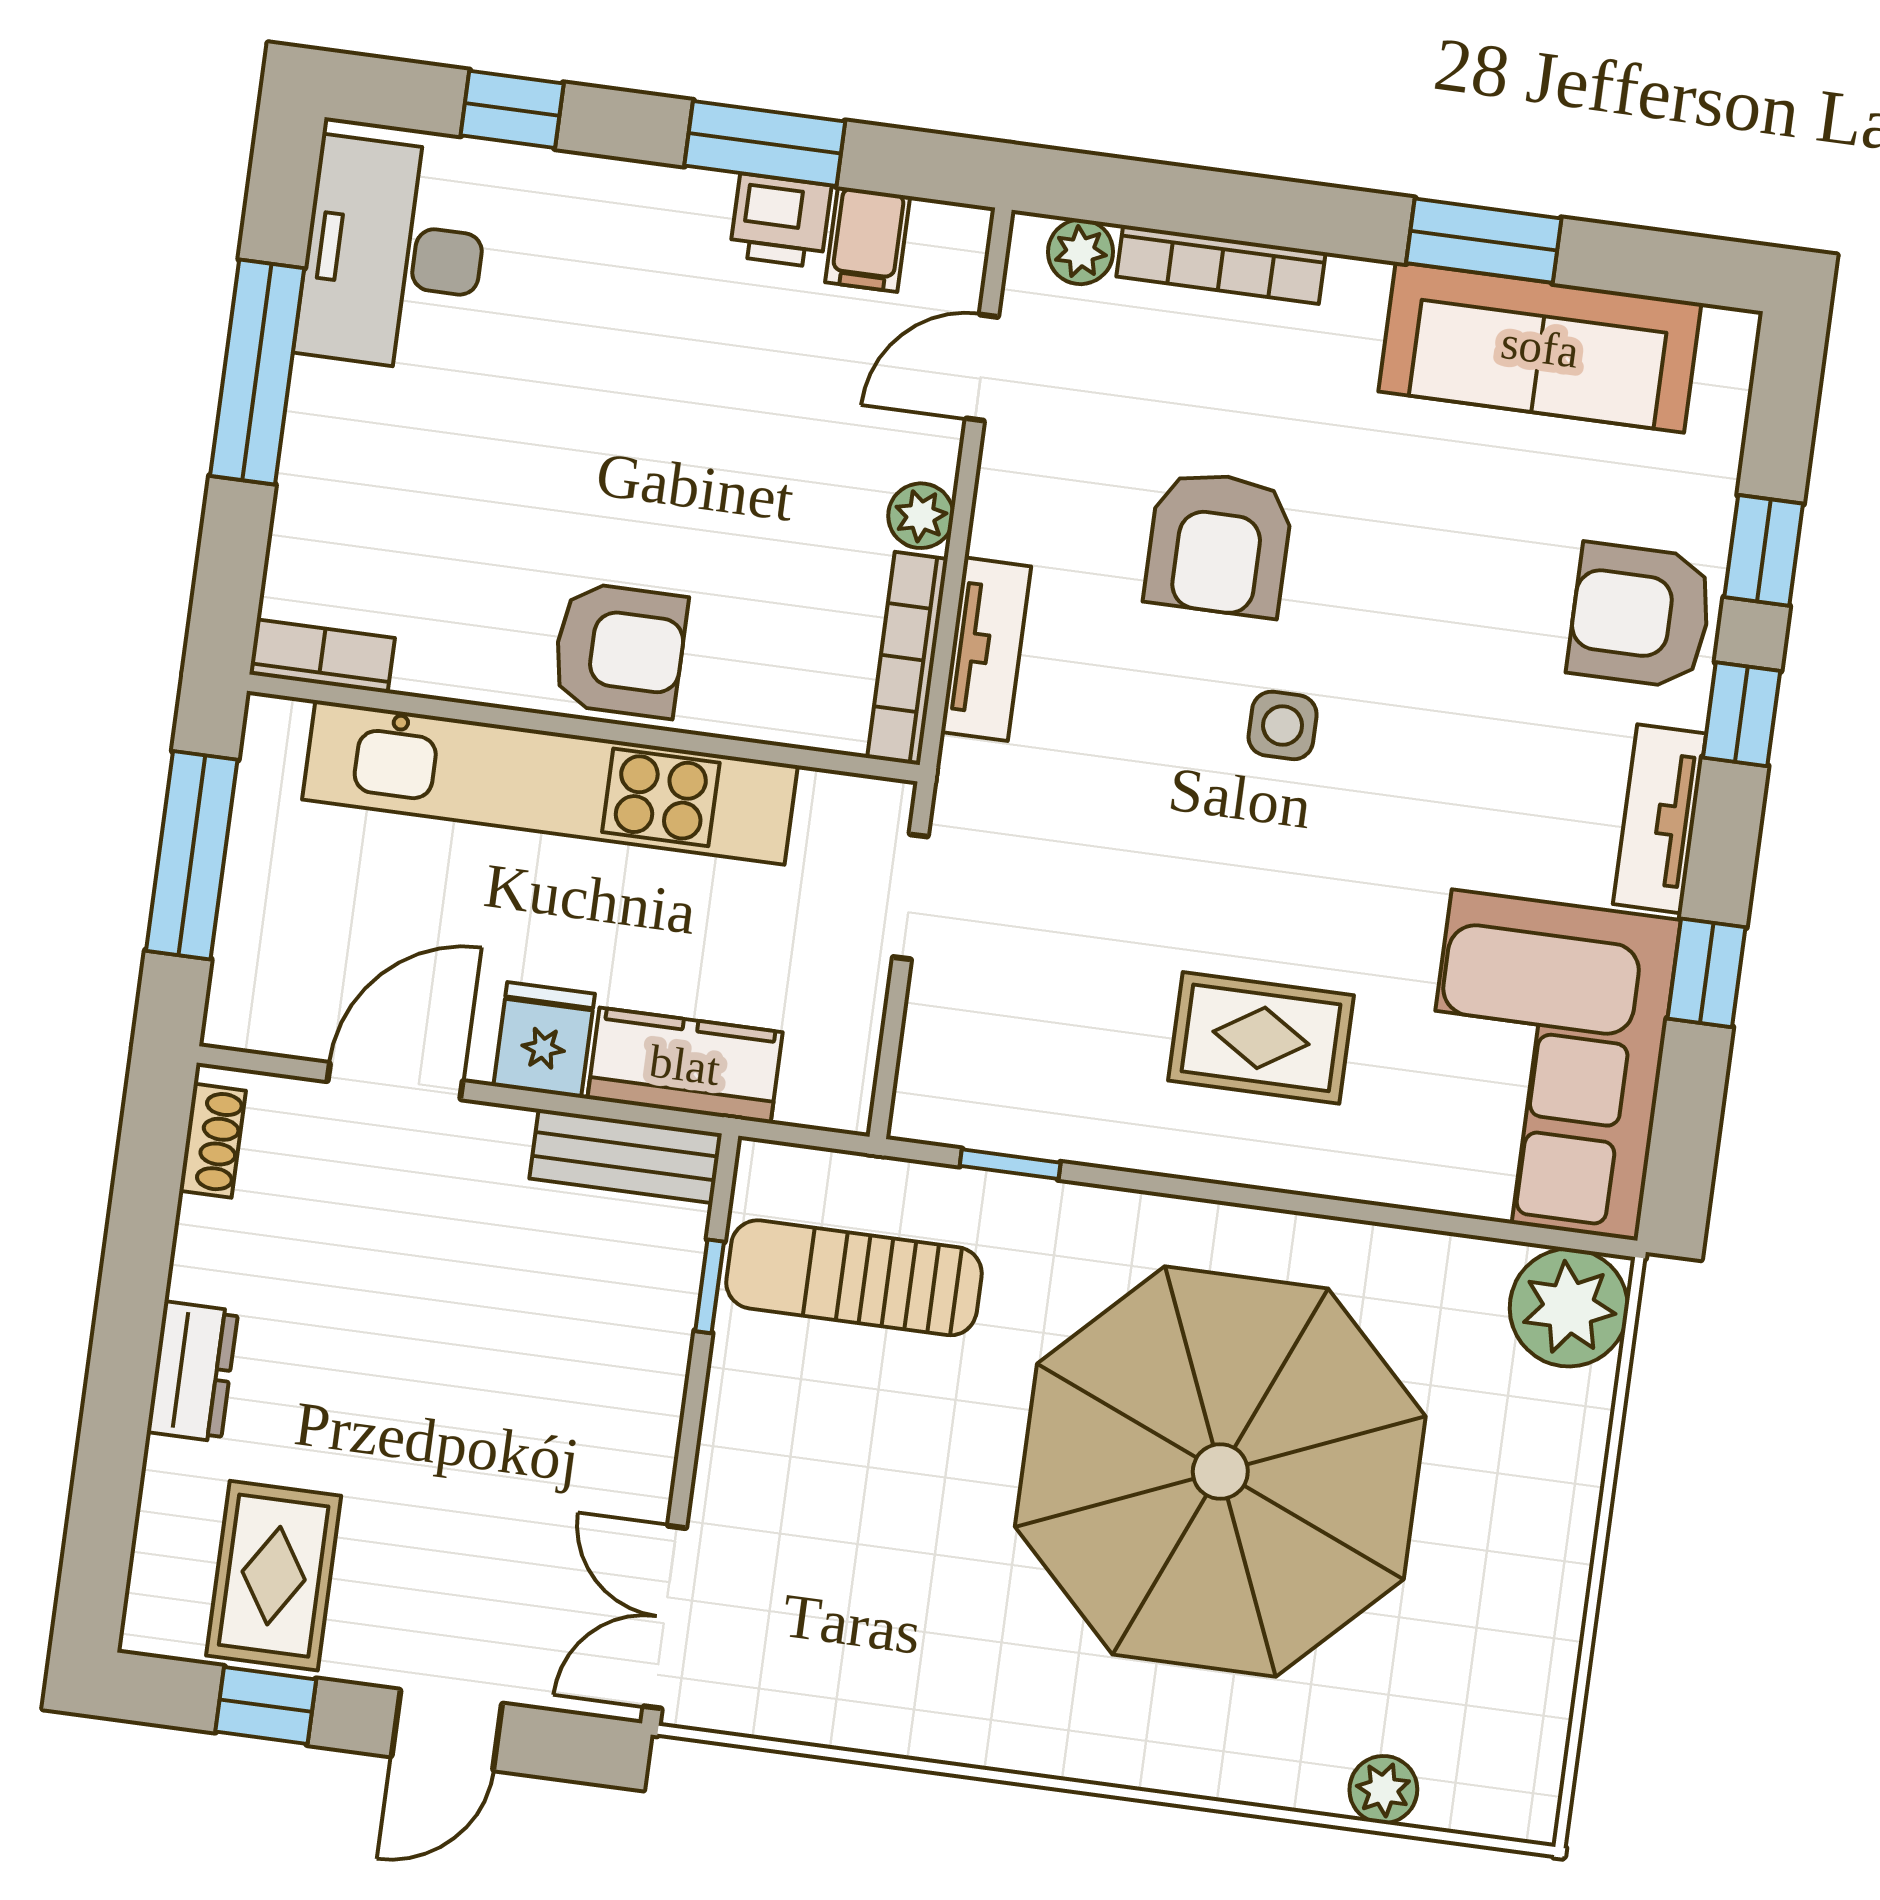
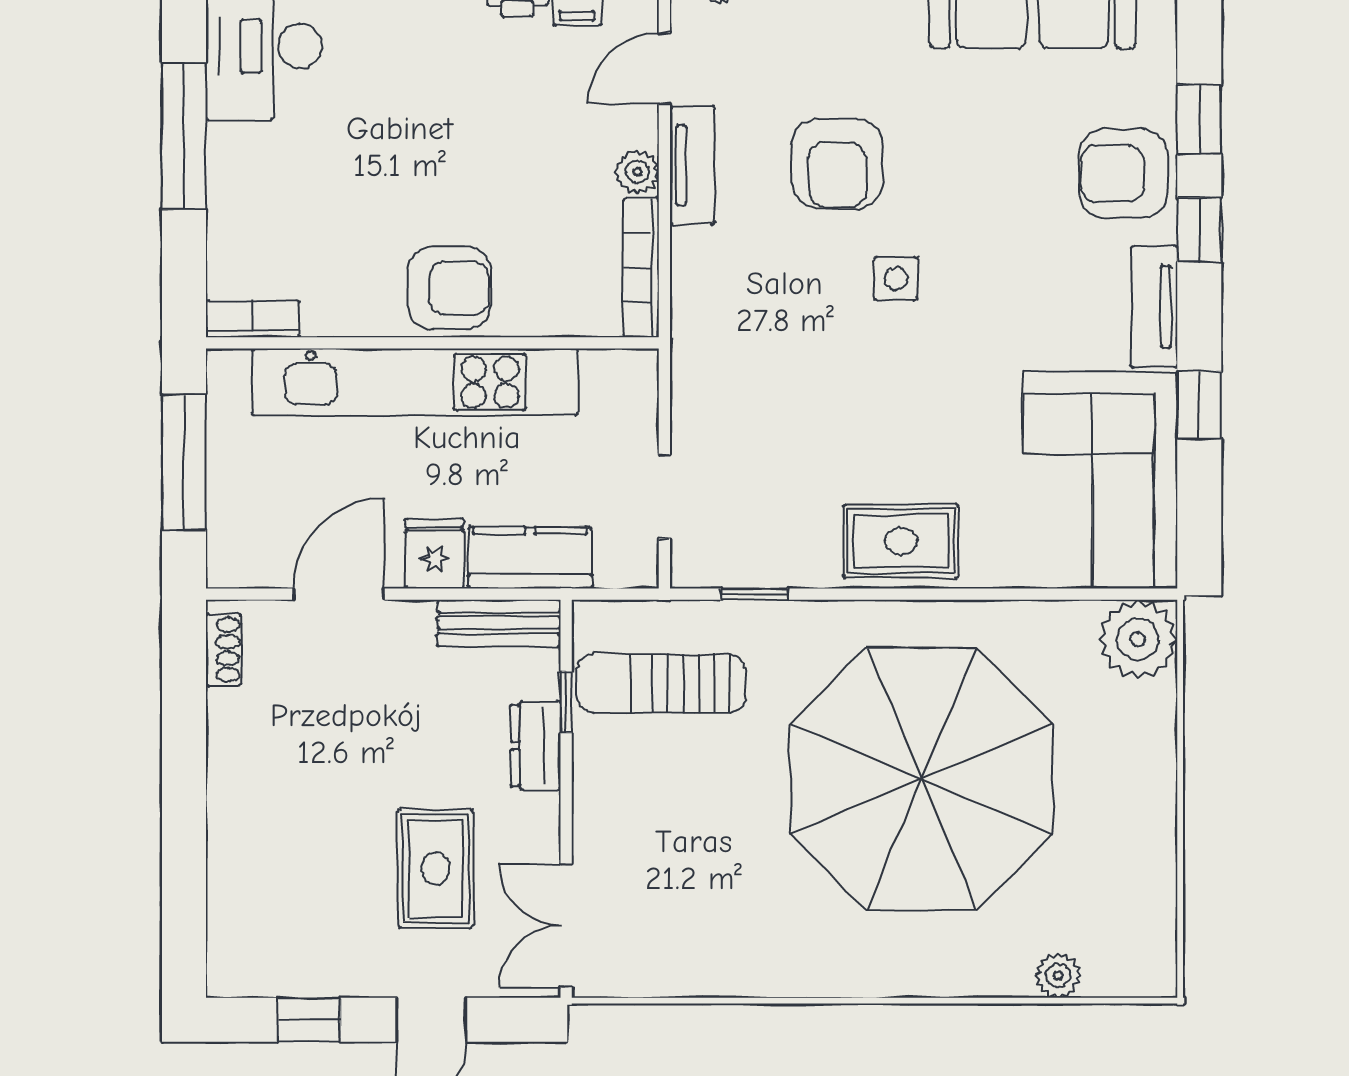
tv unit: (986, 649) -> (692, 165), moved
doorway: (910, 897) -> (664, 497), moved
rug: (1261, 1038) -> (901, 541), moved
dresser: (192, 1371) -> (536, 746), moved, turned 180
rug: (274, 1576) -> (435, 869), moved

